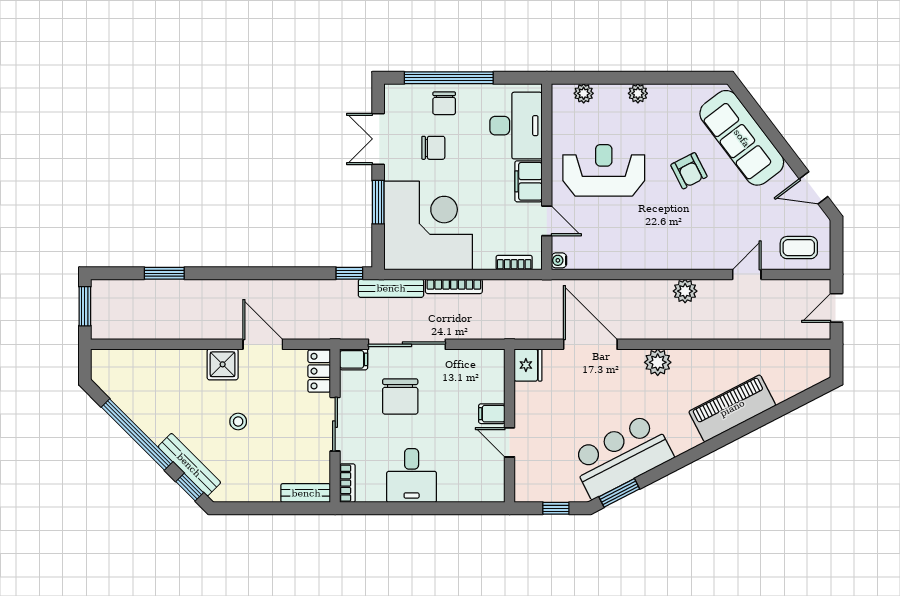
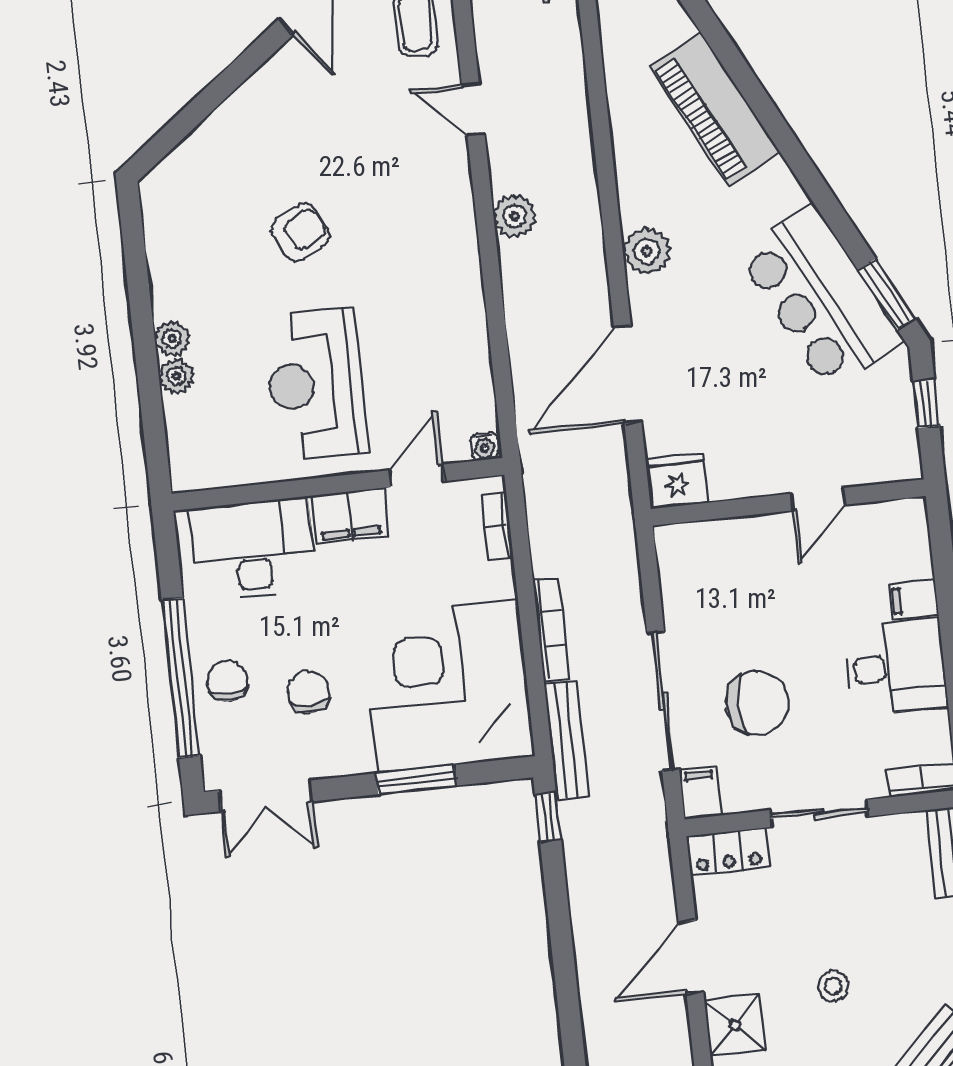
plant: (584, 93) -> (176, 376), moved
chair: (444, 103) -> (227, 681), turned -93
sofa: (742, 138) -> (231, 145), removed
double door: (378, 139) -> (266, 796), moved
filing cabinet: (492, 414) -> (913, 599), moved, turned 90

